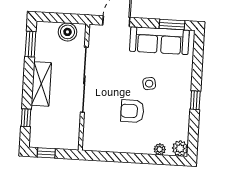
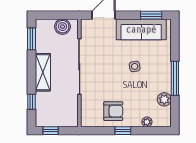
window: (195, 100) -> (175, 78), width x2.17
armchair: (132, 111) -> (113, 111), moved, turned 180
plant: (180, 148) -> (164, 99), moved
window: (131, 158) -> (123, 131), added

